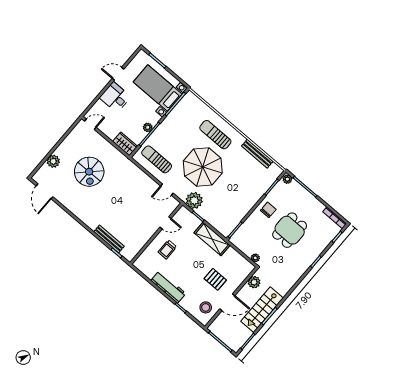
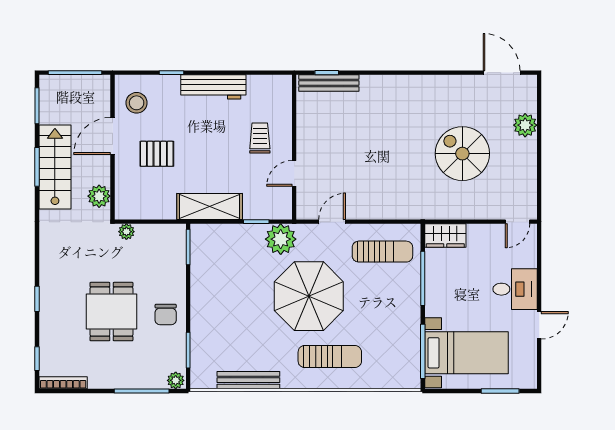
plant: (148, 127) -> (433, 286), removed
bench: (109, 239) -> (329, 83), moved

